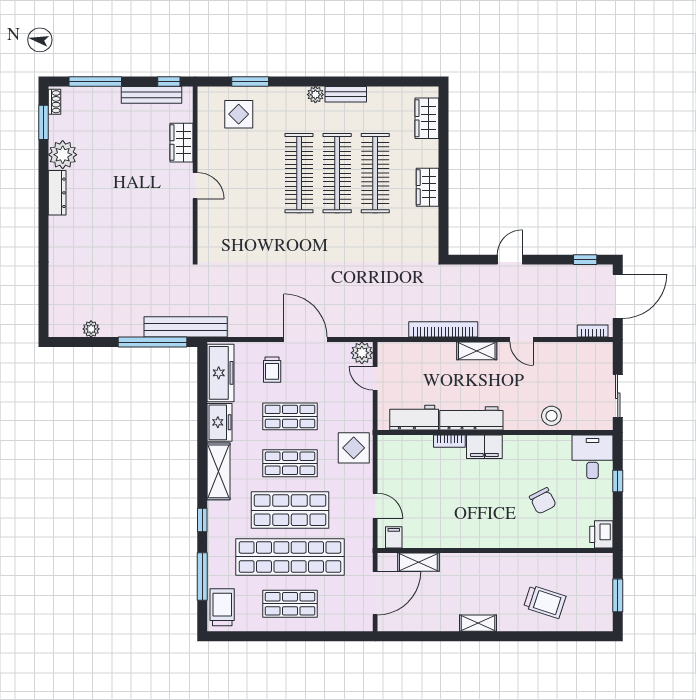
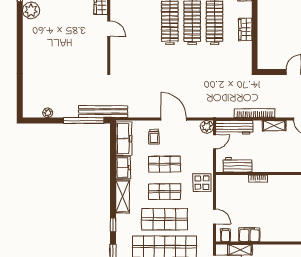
dresser: (57, 193) -> (28, 33), removed
door: (375, 378) -> (215, 142), swing flipped
workbench: (471, 418) -> (234, 127), moved, turned 180
filing cabinet: (484, 447) -> (249, 235), moved, turned 180

